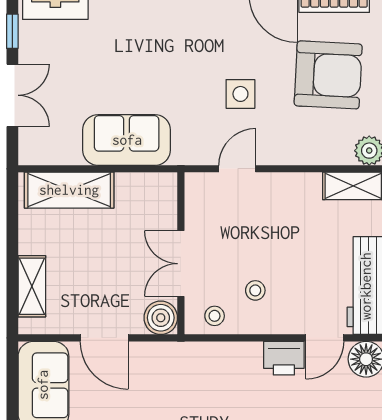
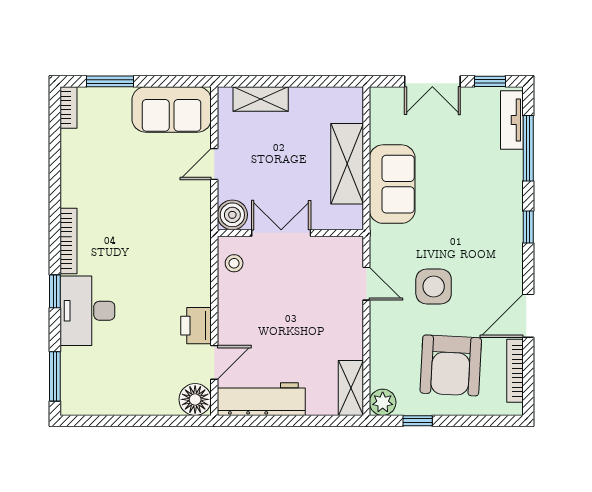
side table: (240, 94) -> (434, 287), width x1.37, depth x1.37
shelving: (69, 190) -> (347, 164), moved
stool: (255, 290) -> (257, 300), removed
door: (104, 338) -> (214, 164), width x0.73
door: (325, 338) -> (214, 362), swing flipped

